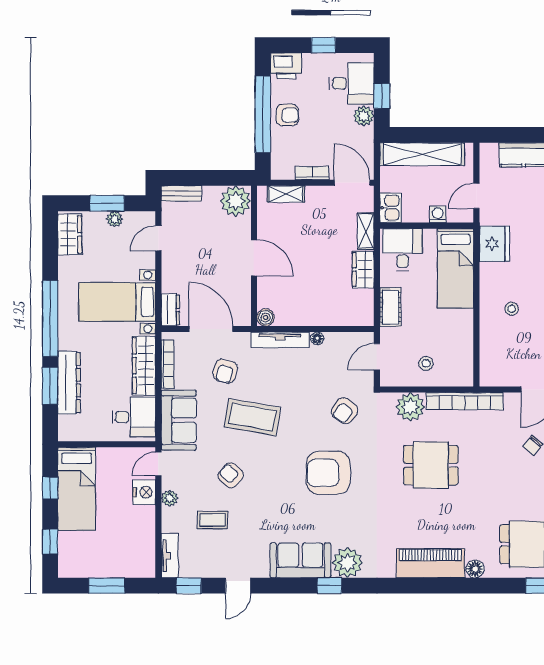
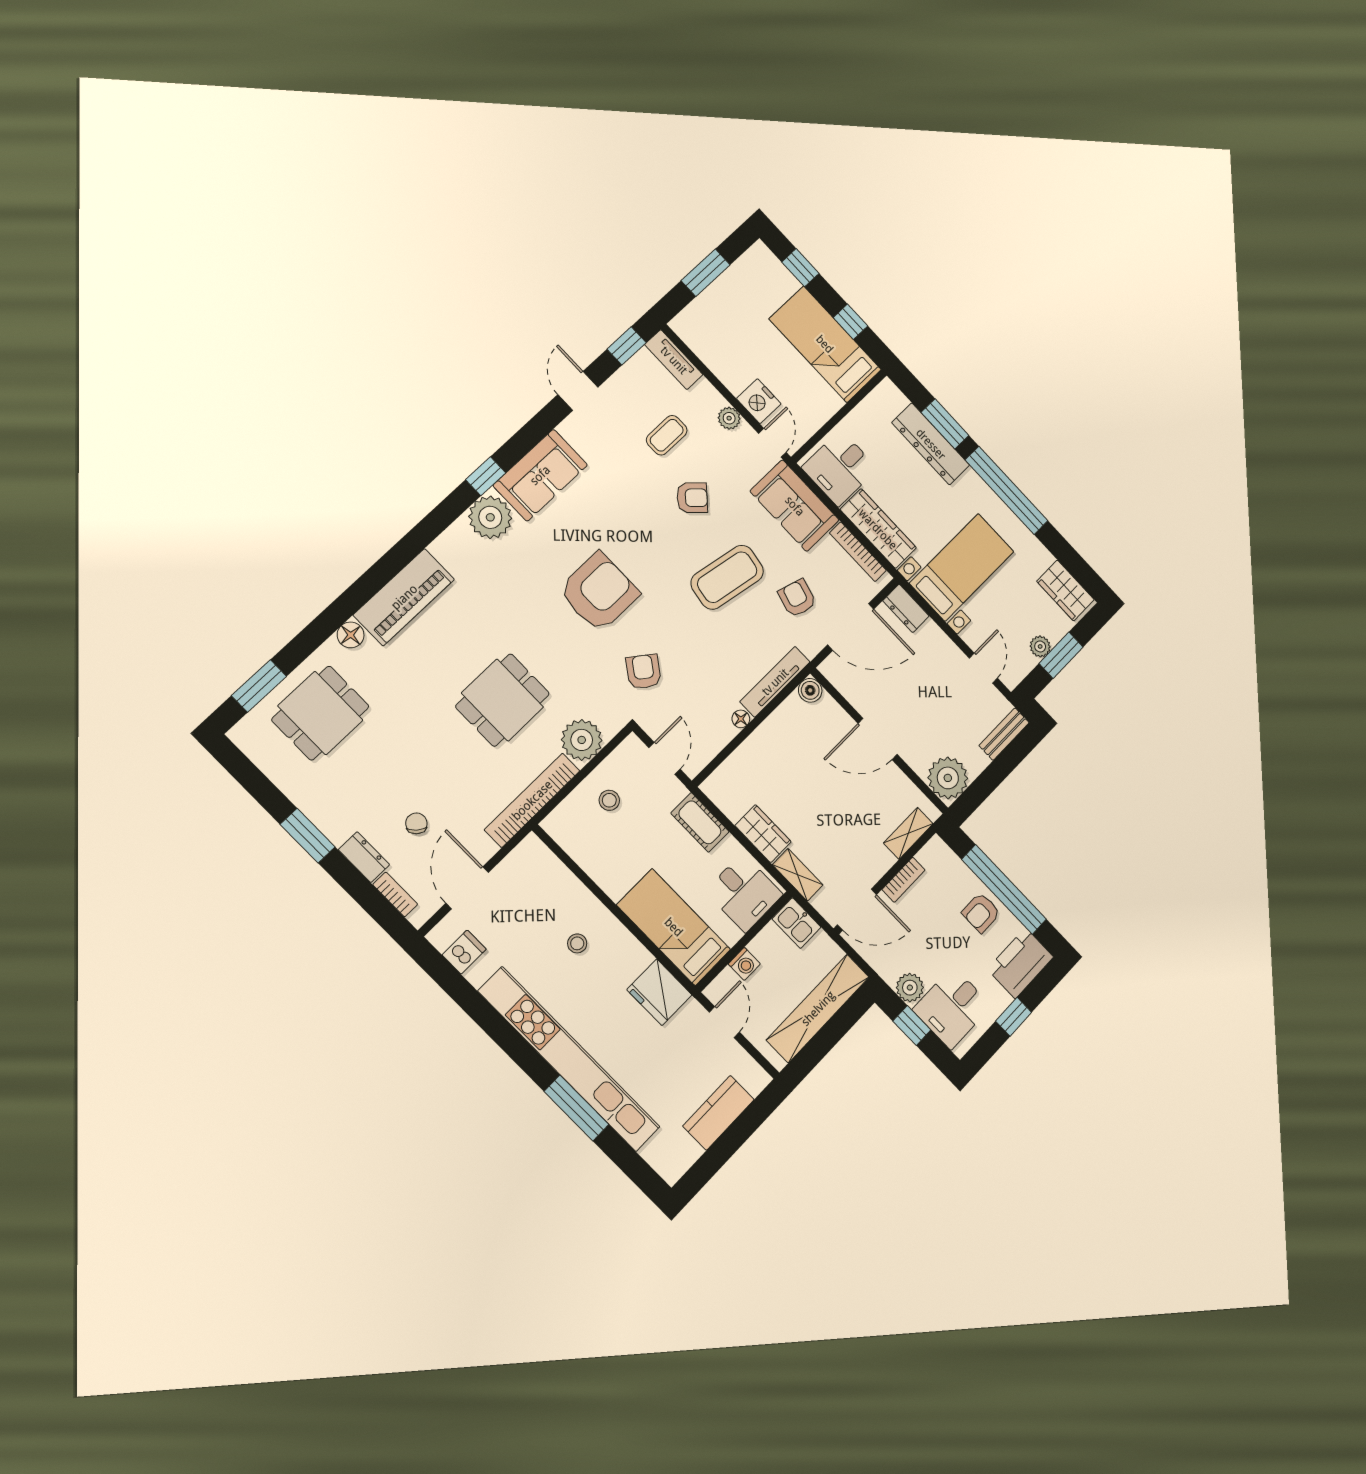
printer: (286, 66) -> (1020, 963), width x1.37, depth x1.19

